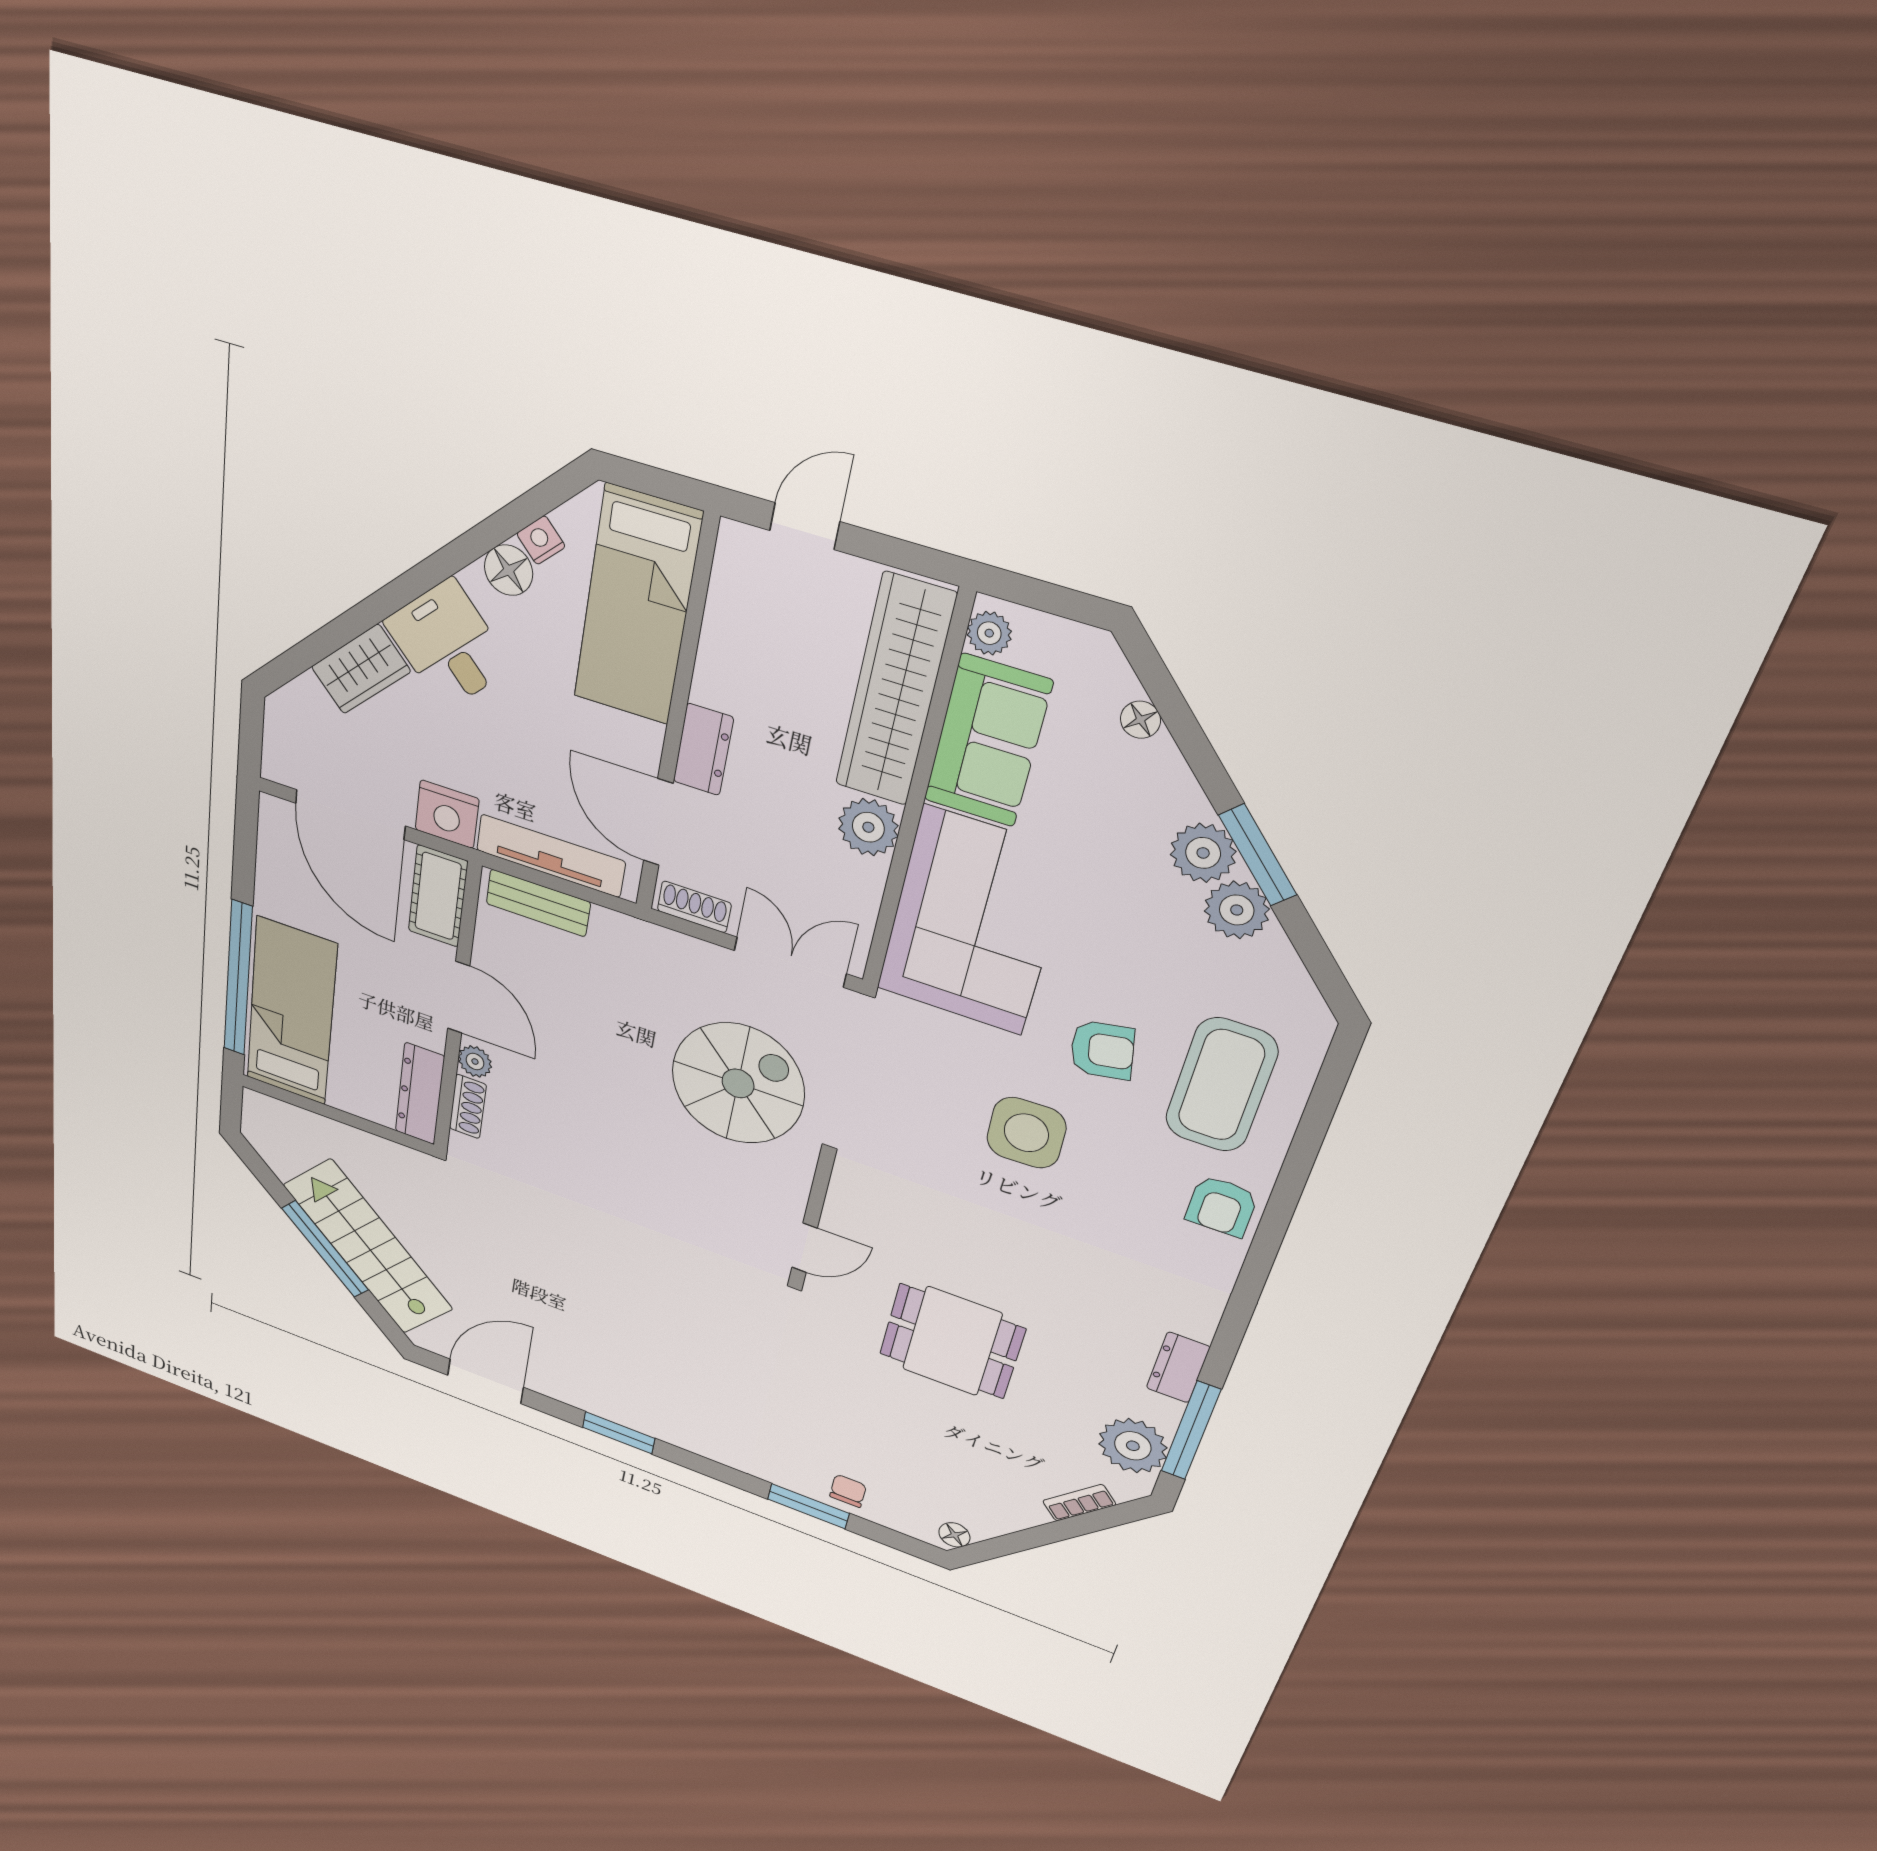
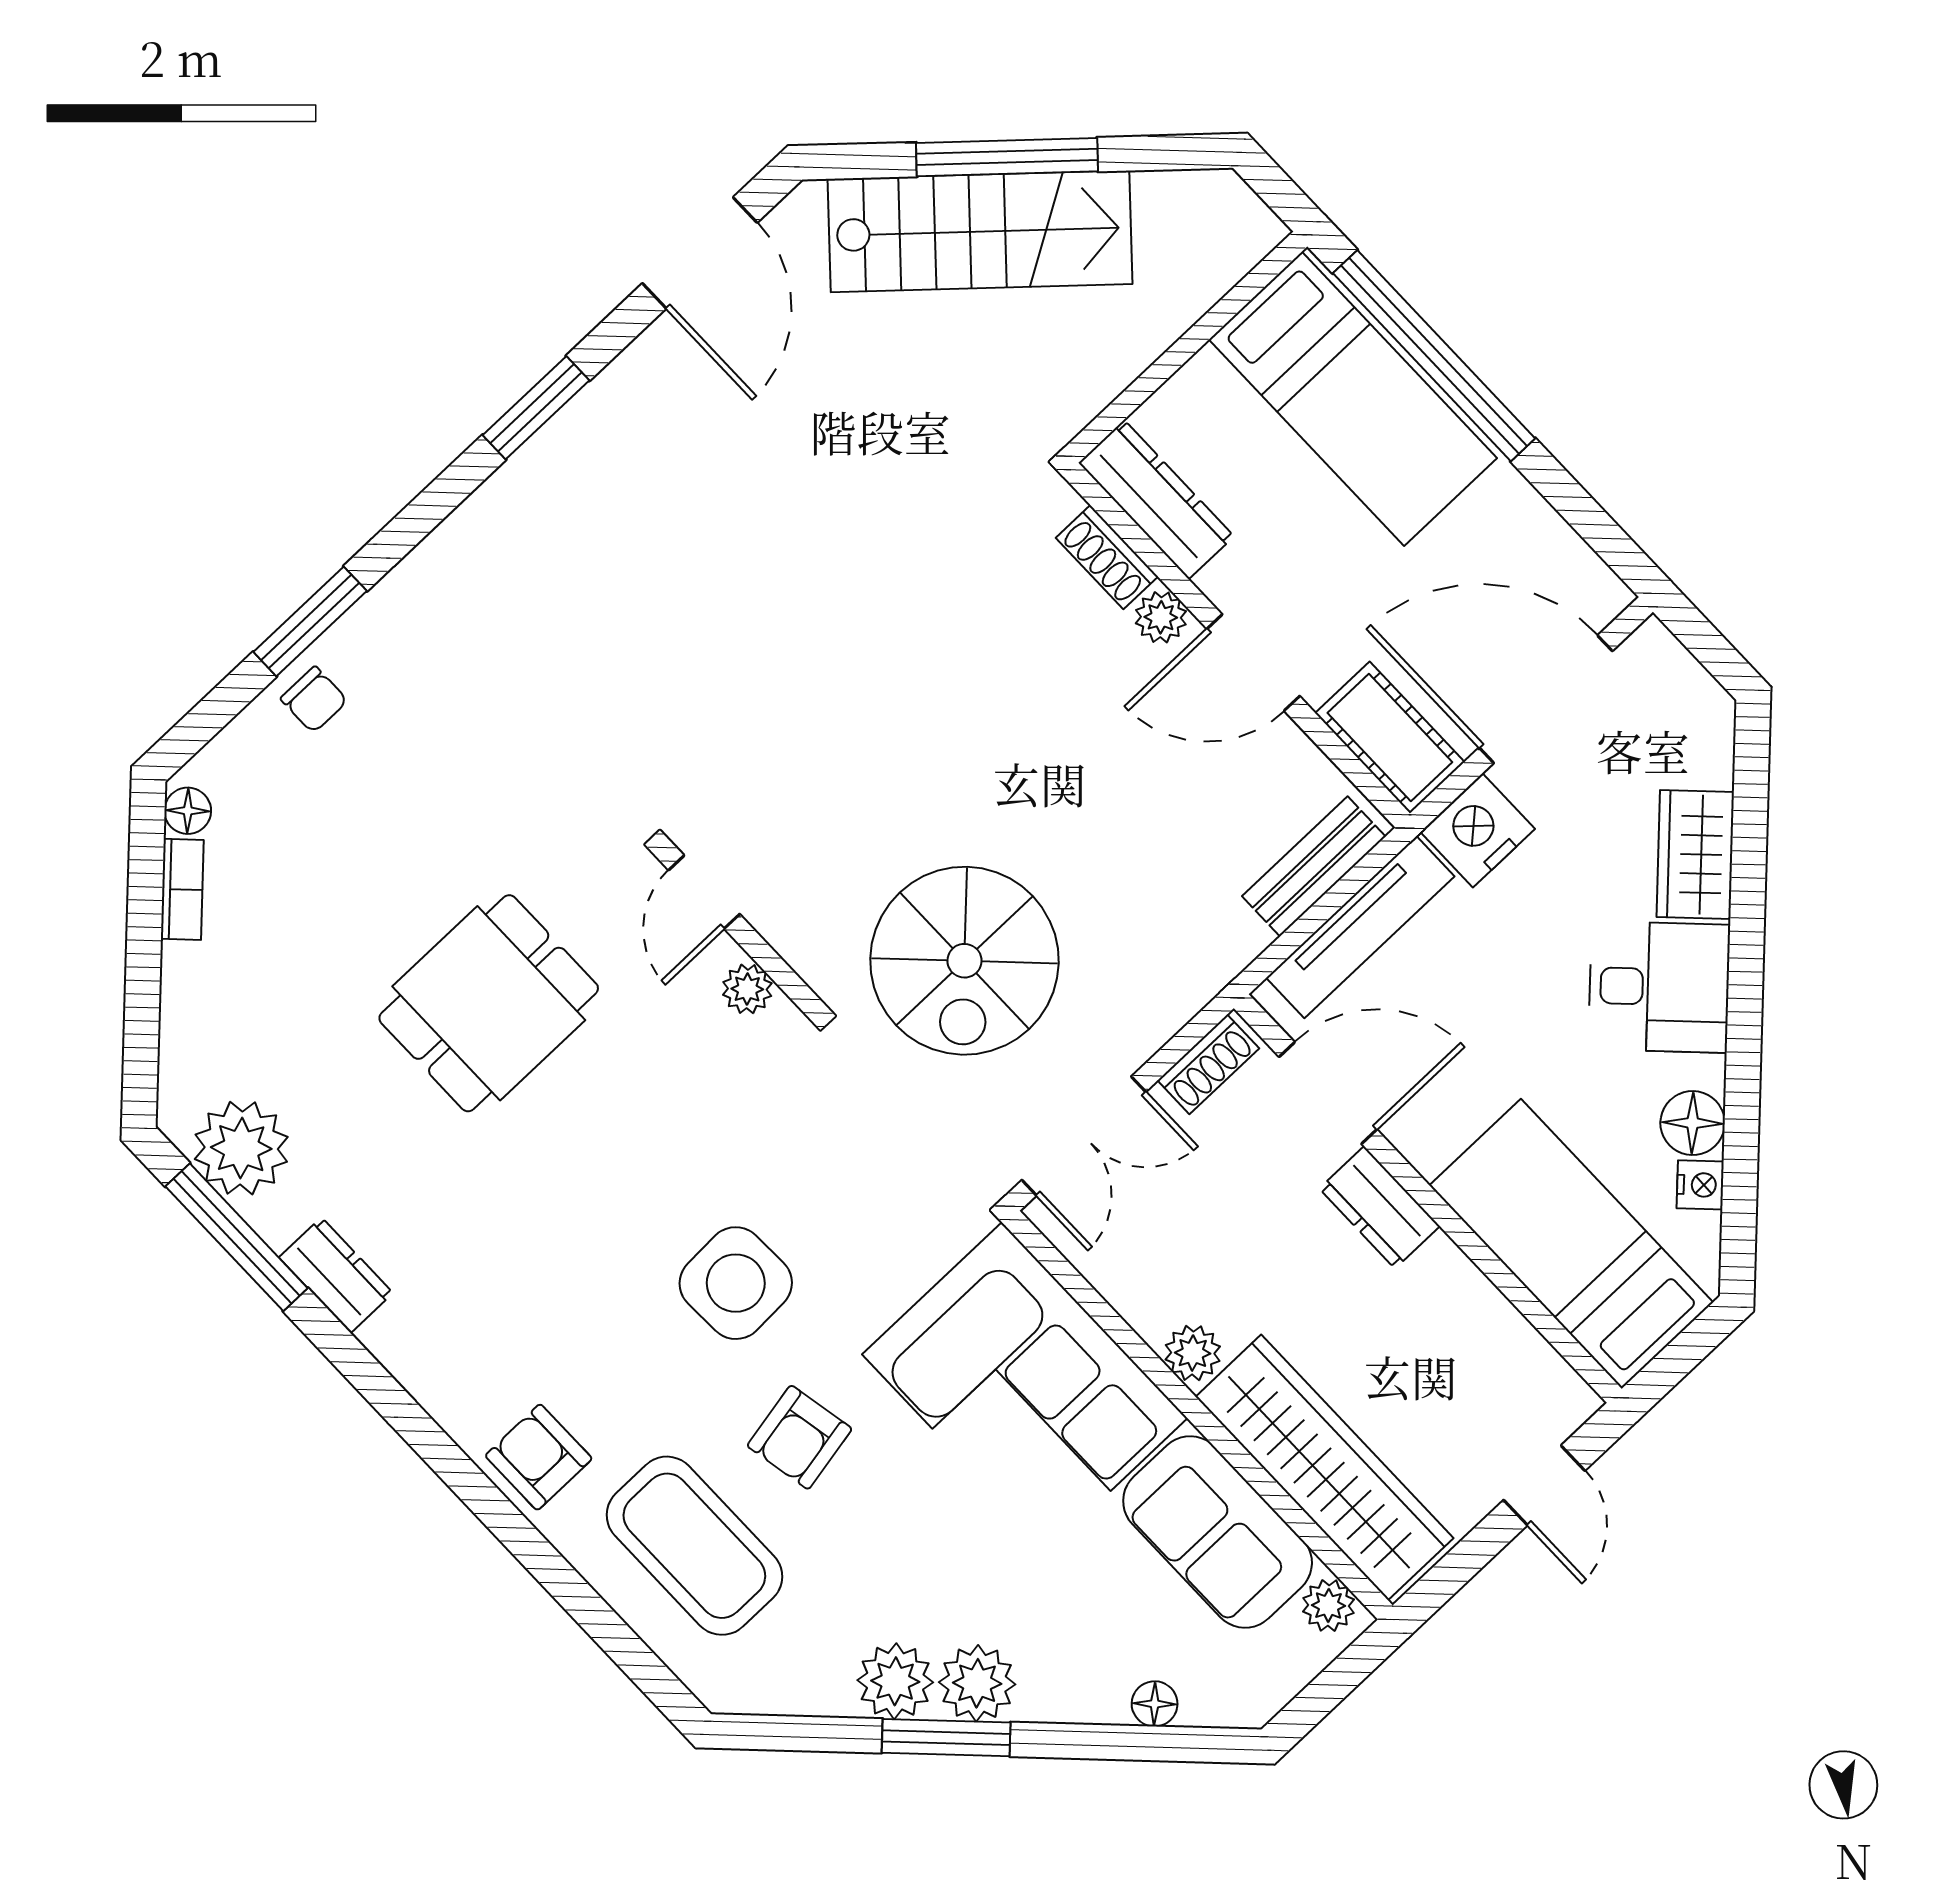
plant: (868, 827) -> (1193, 1353), width x0.73, depth x0.73
plant: (842, 1201) -> (747, 989), added
bookcase: (1079, 1503) -> (182, 889), moved

